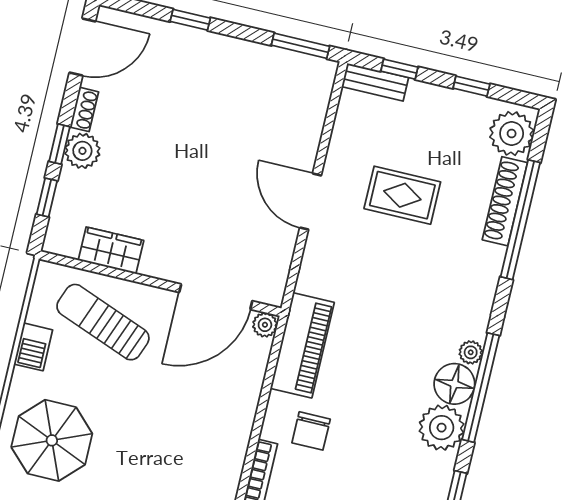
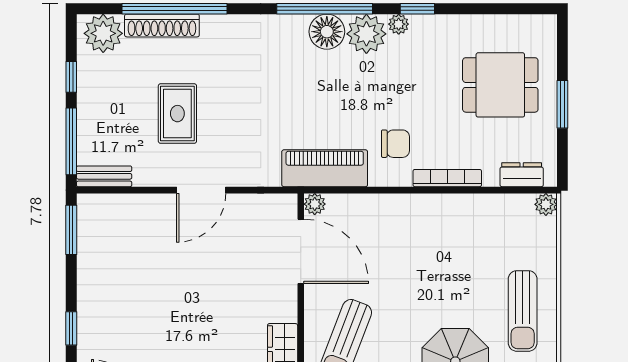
window: (399, 69) -> (71, 141), width x2.17
bench: (375, 82) -> (104, 176), moved, turned 90
plant: (471, 352) -> (399, 24), moved

